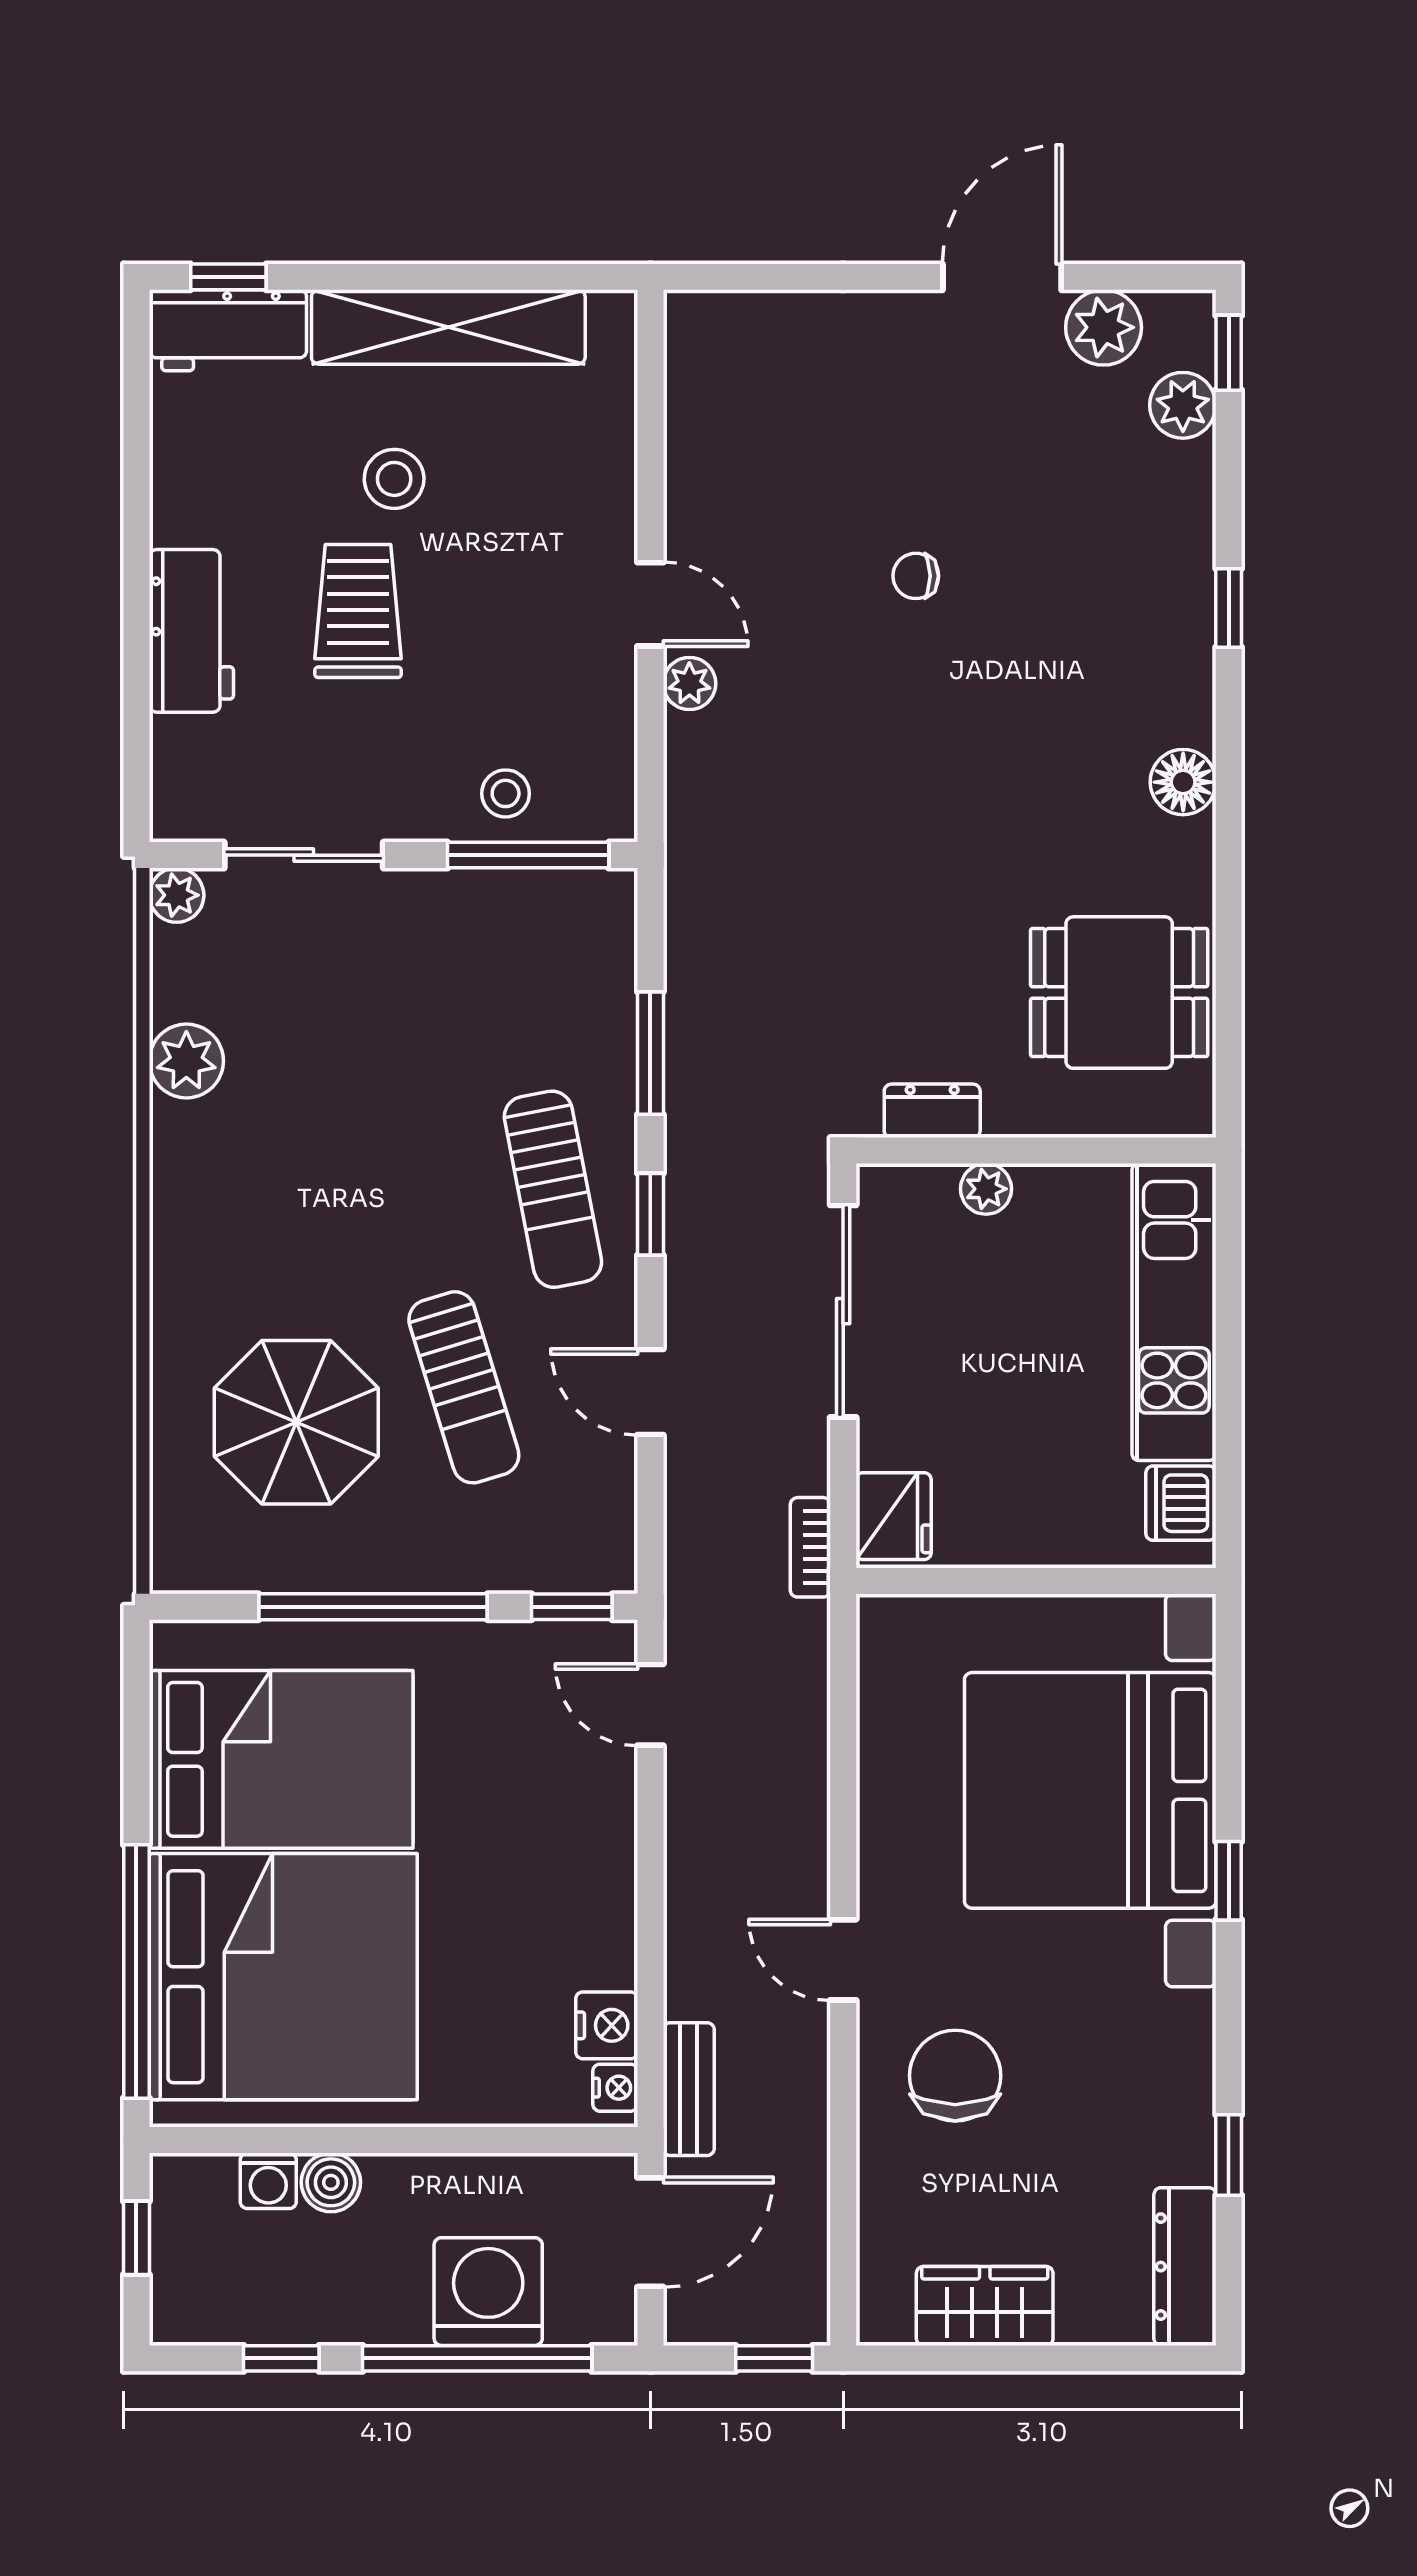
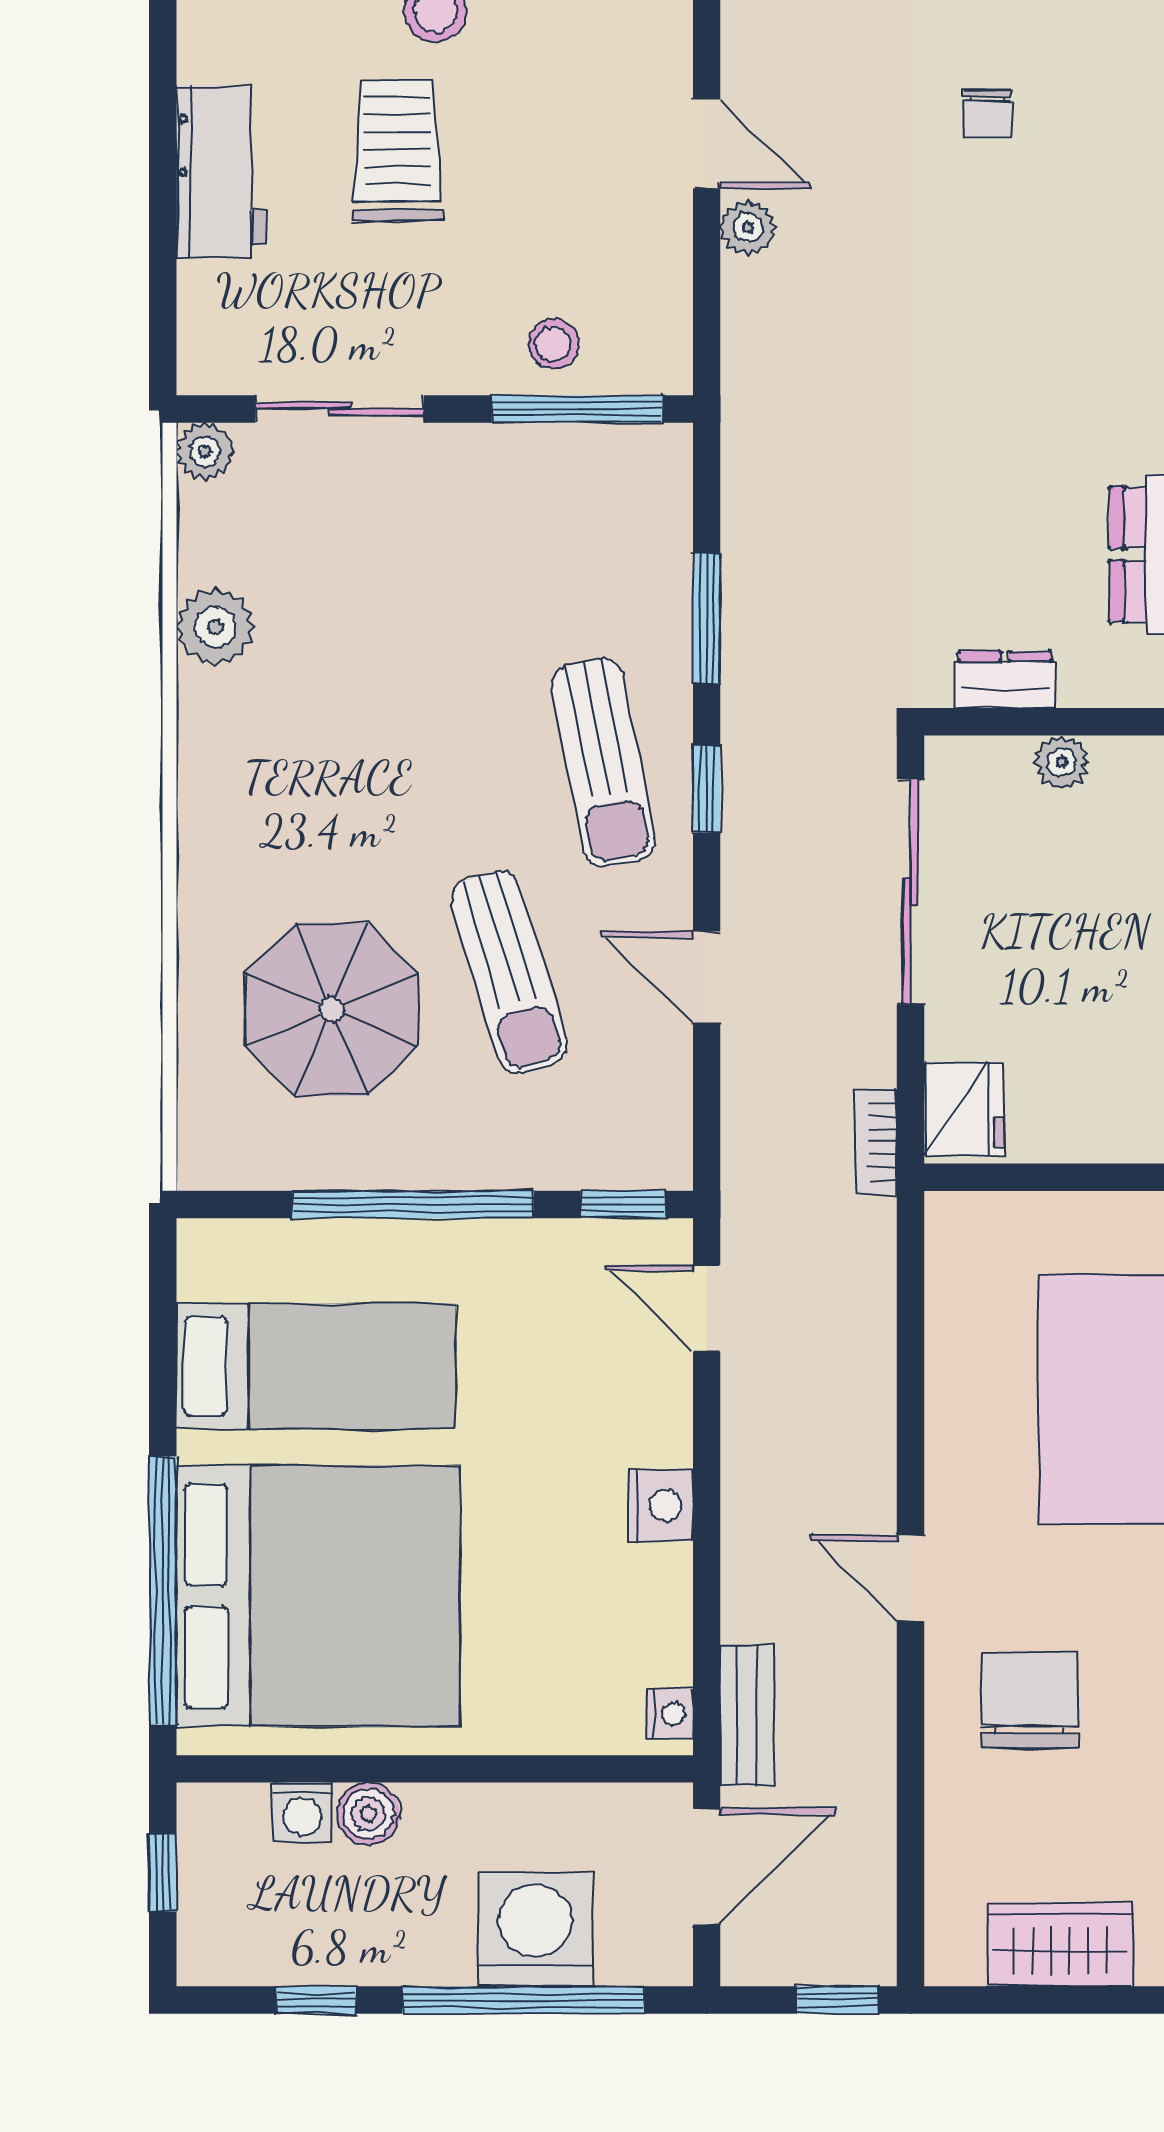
chair: (916, 576) -> (987, 114), turned -90
bed: (281, 1759) -> (316, 1366), width x0.67
nightstand: (607, 2025) -> (660, 1505), moved

